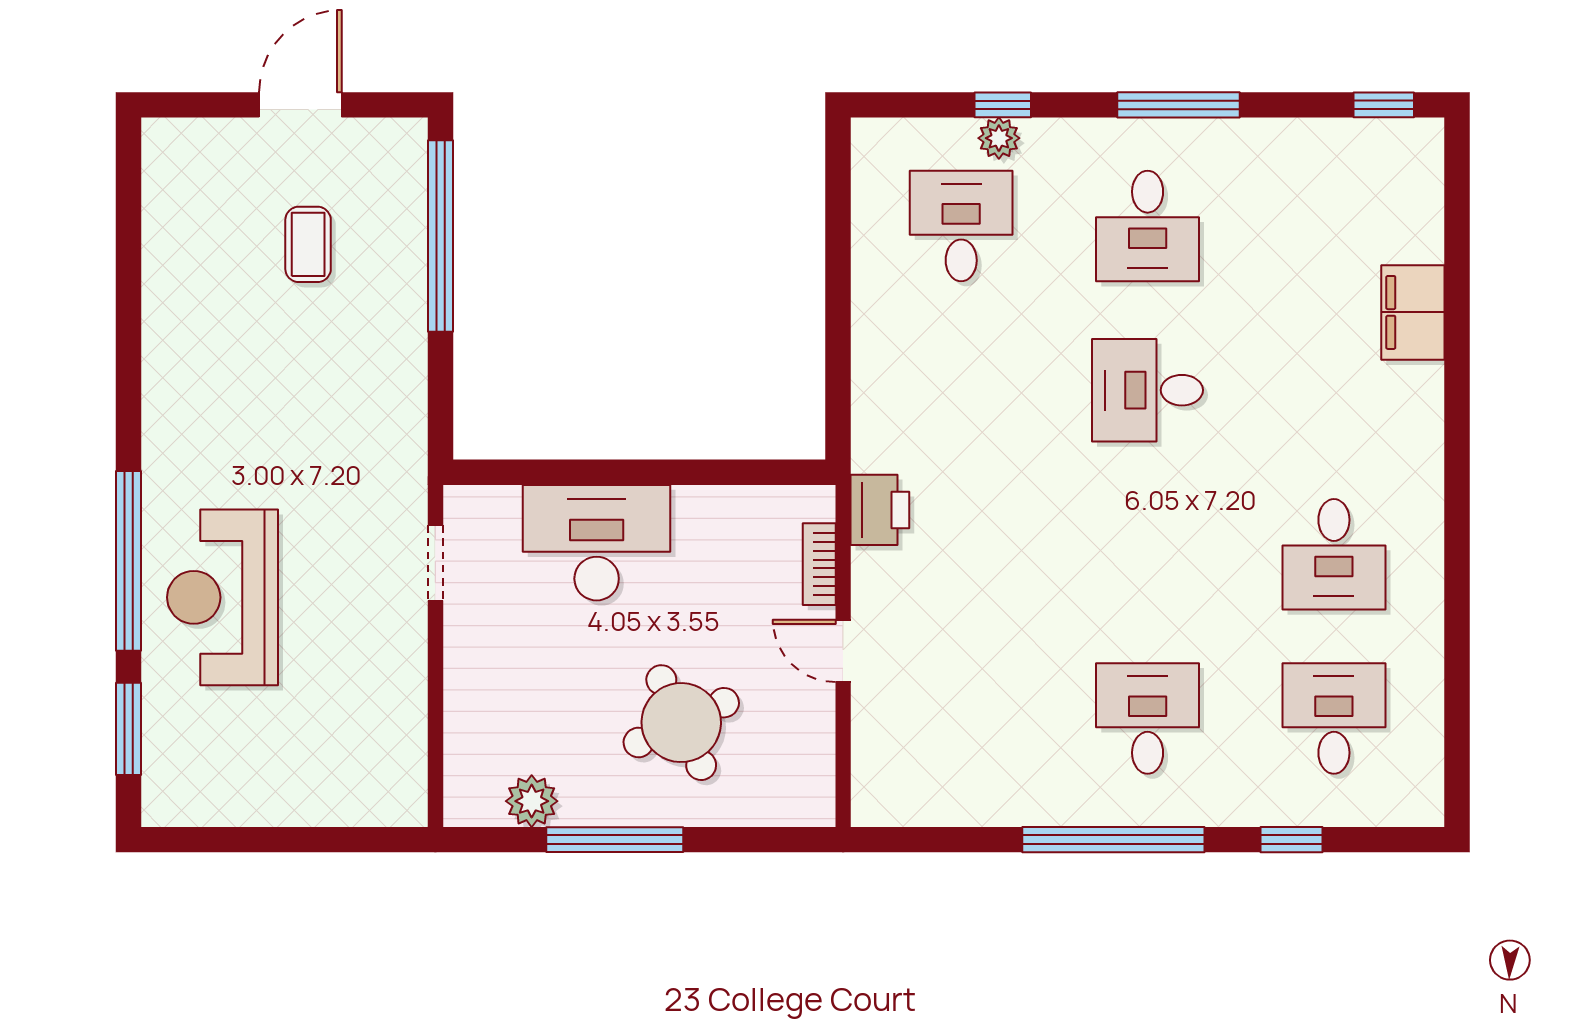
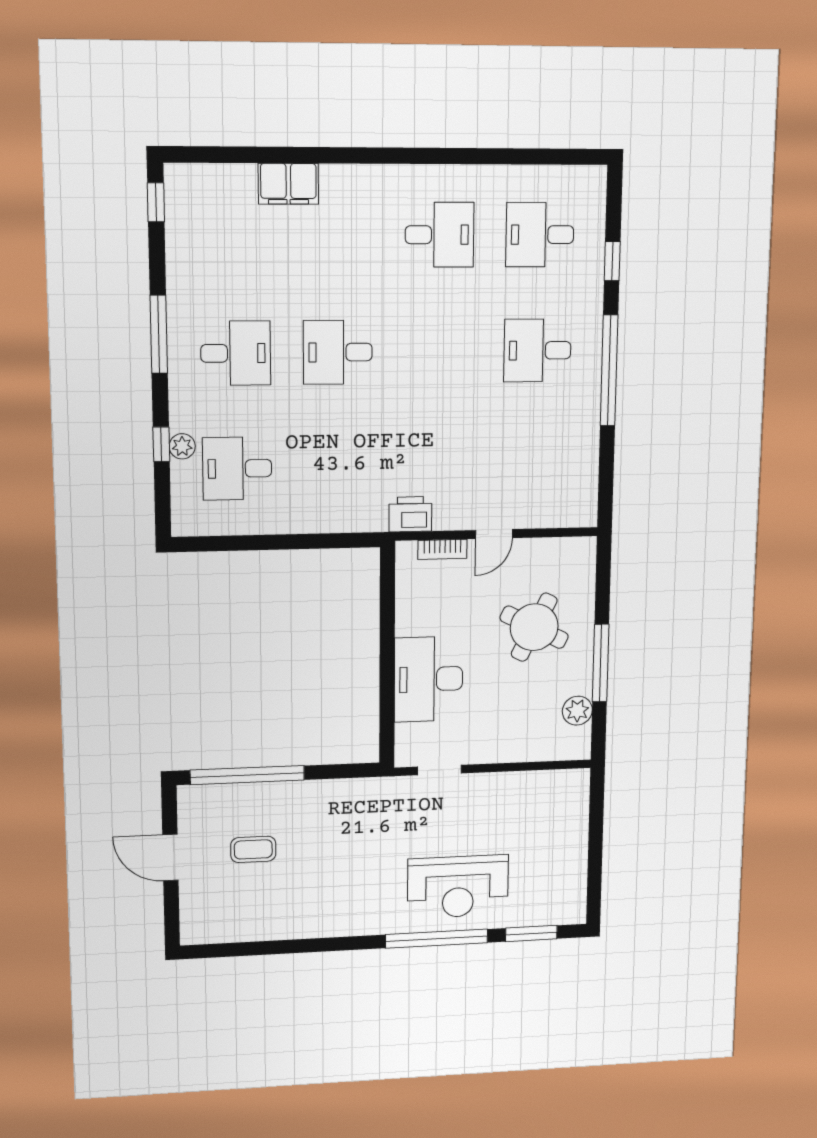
desk: (1148, 390) -> (338, 352), turned 90
round table: (681, 723) -> (534, 627), turned -38

